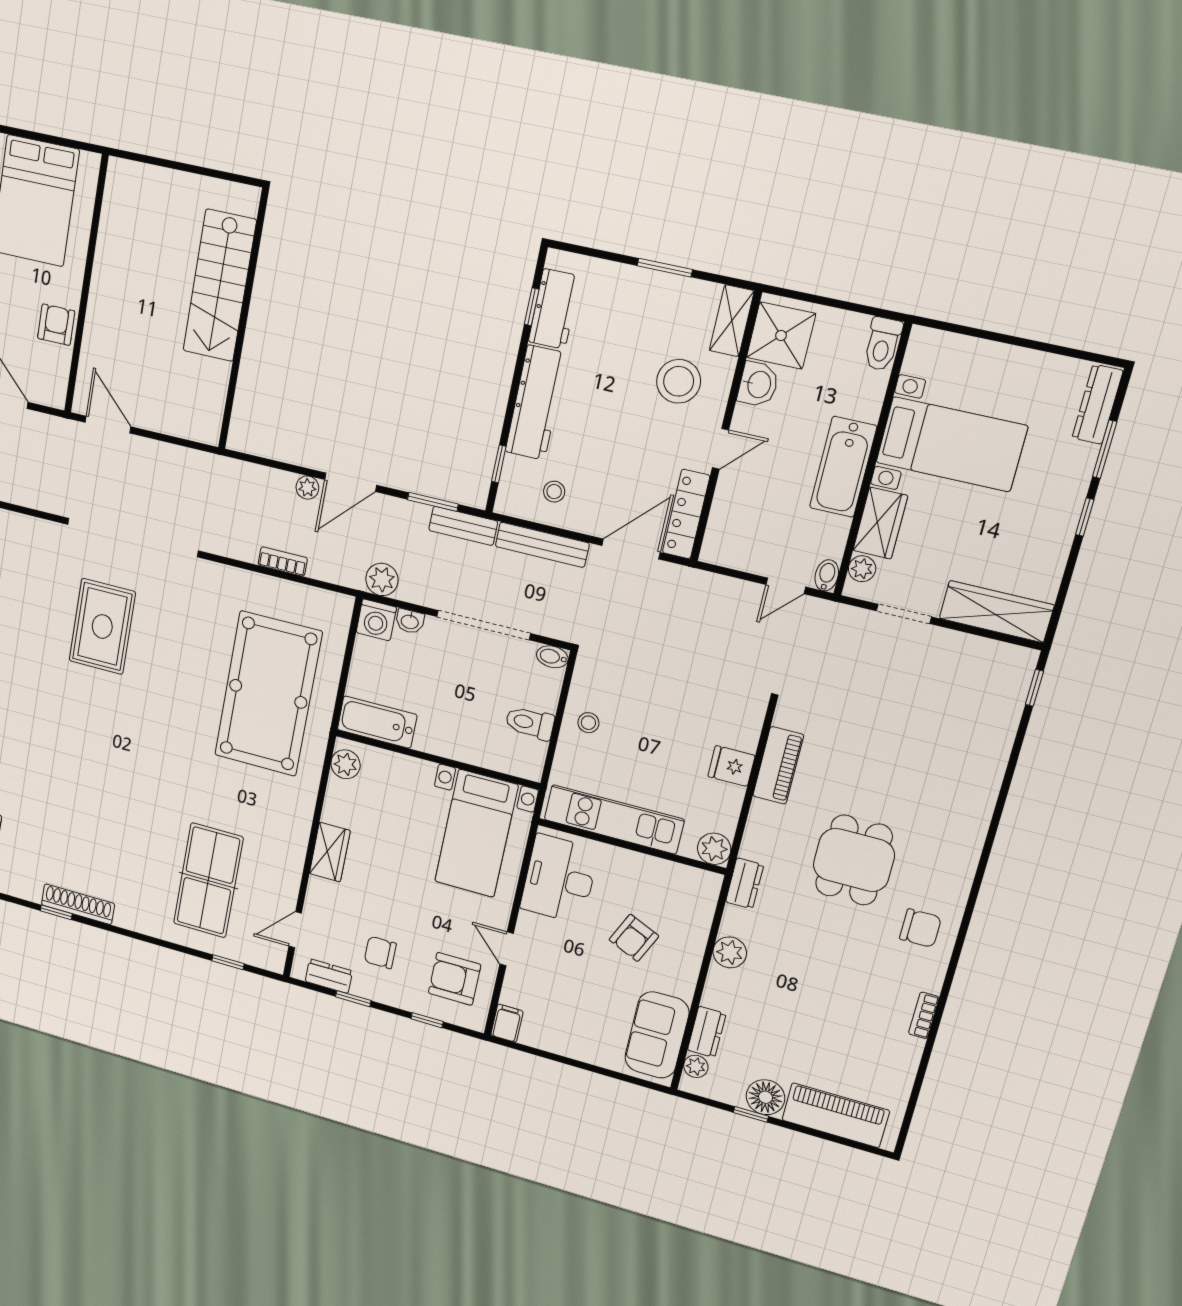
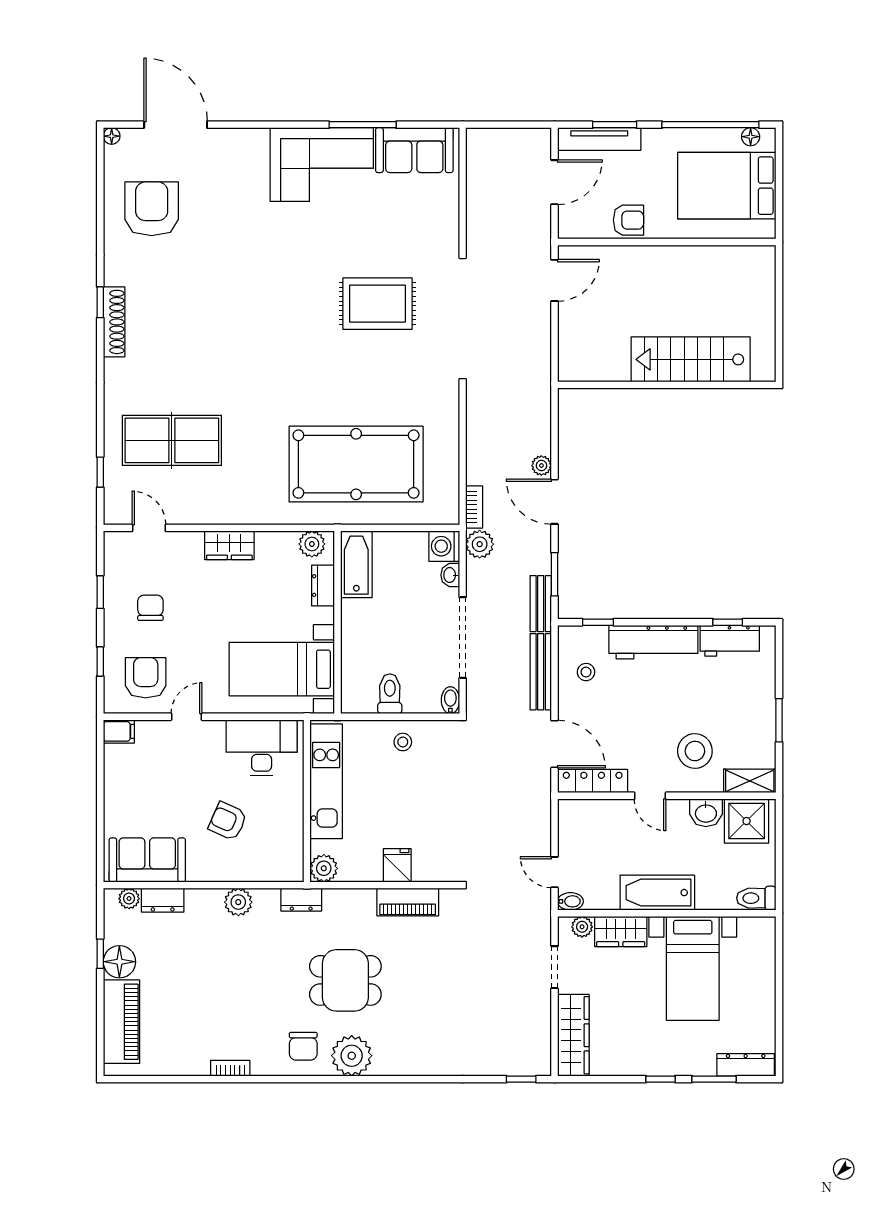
bookcase: (283, 561) -> (474, 507), moved
plant: (948, 877) -> (352, 1056), added
dresser: (329, 976) -> (323, 586), moved, turned 180

